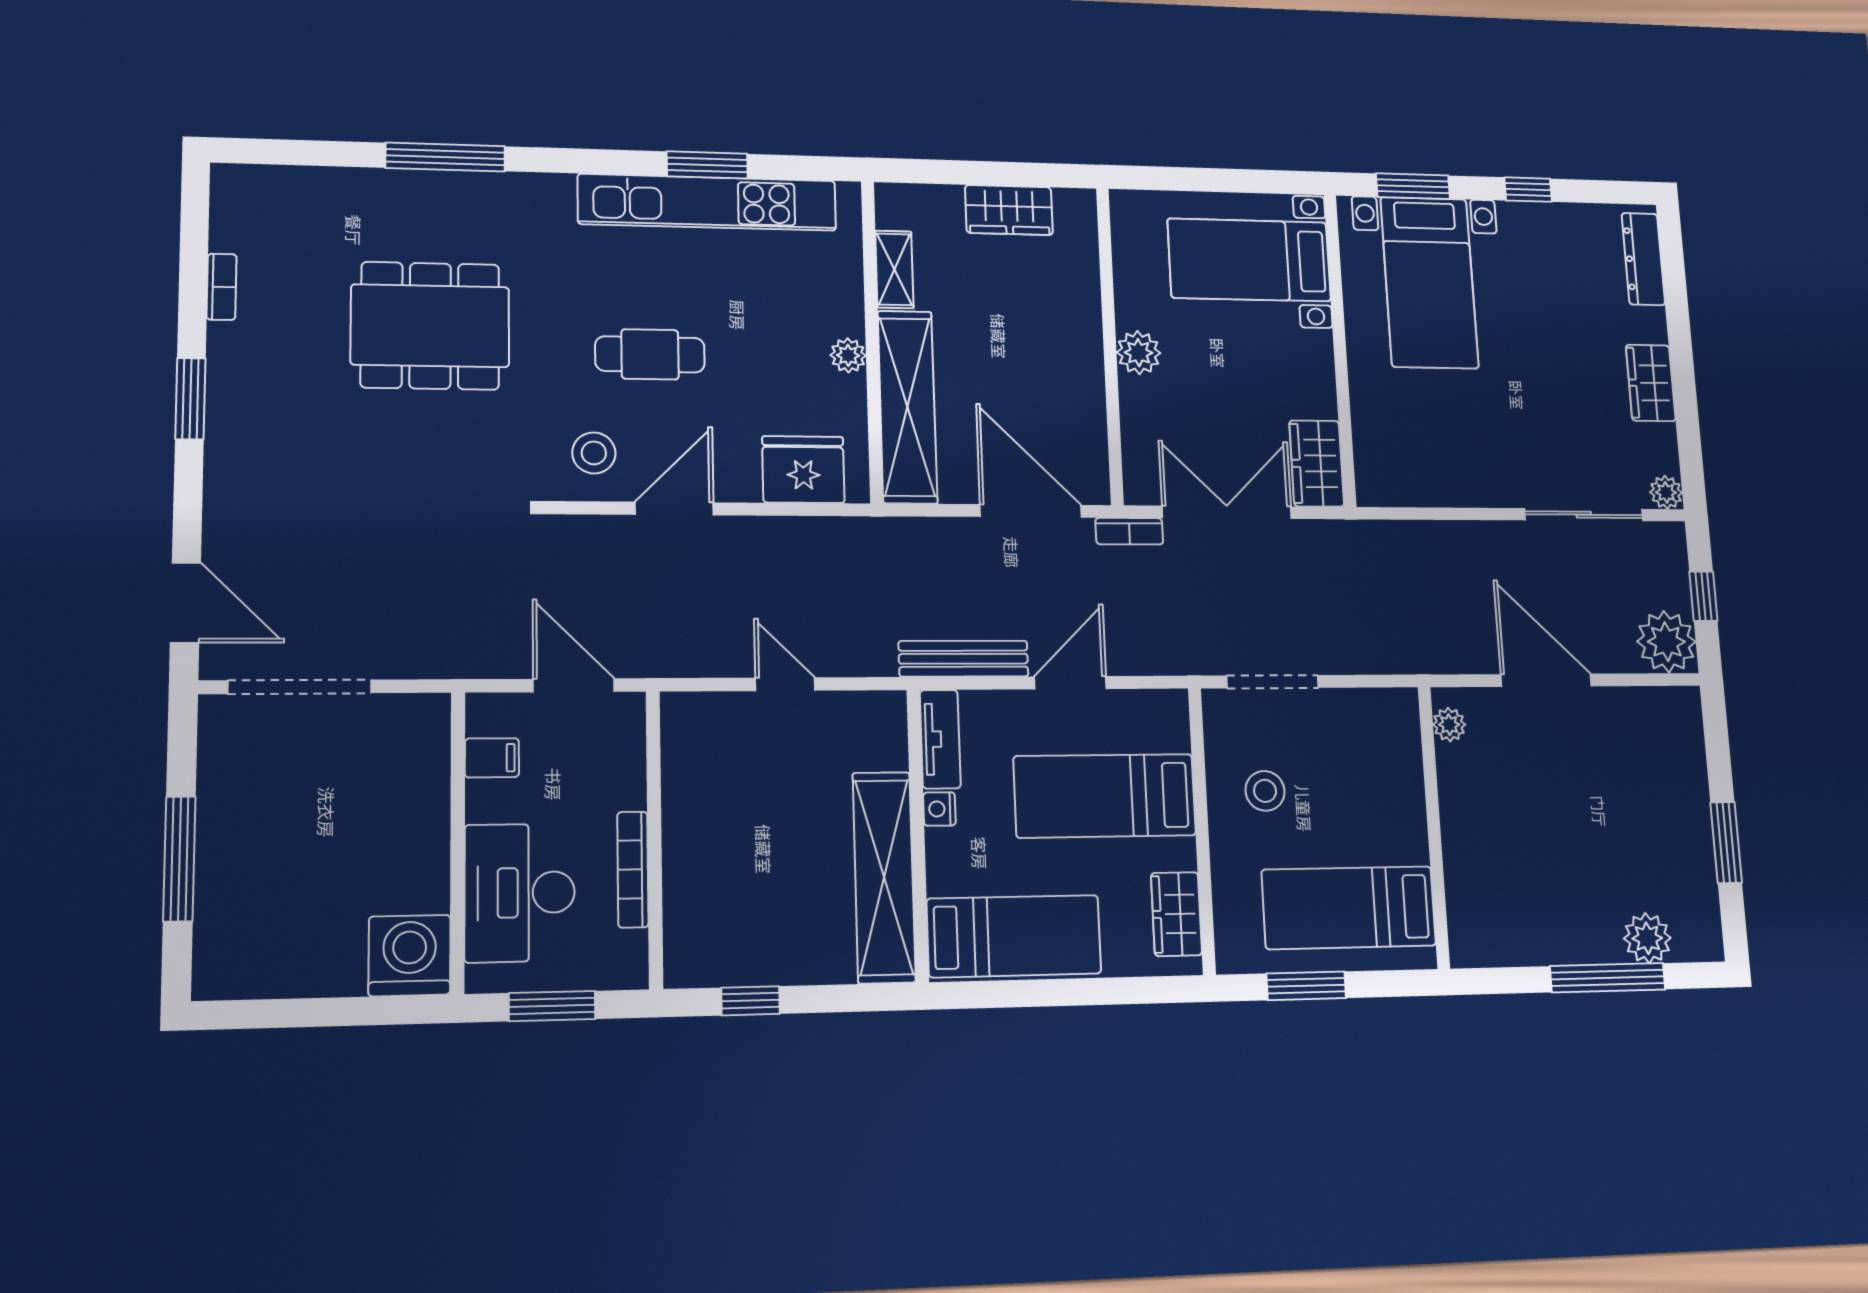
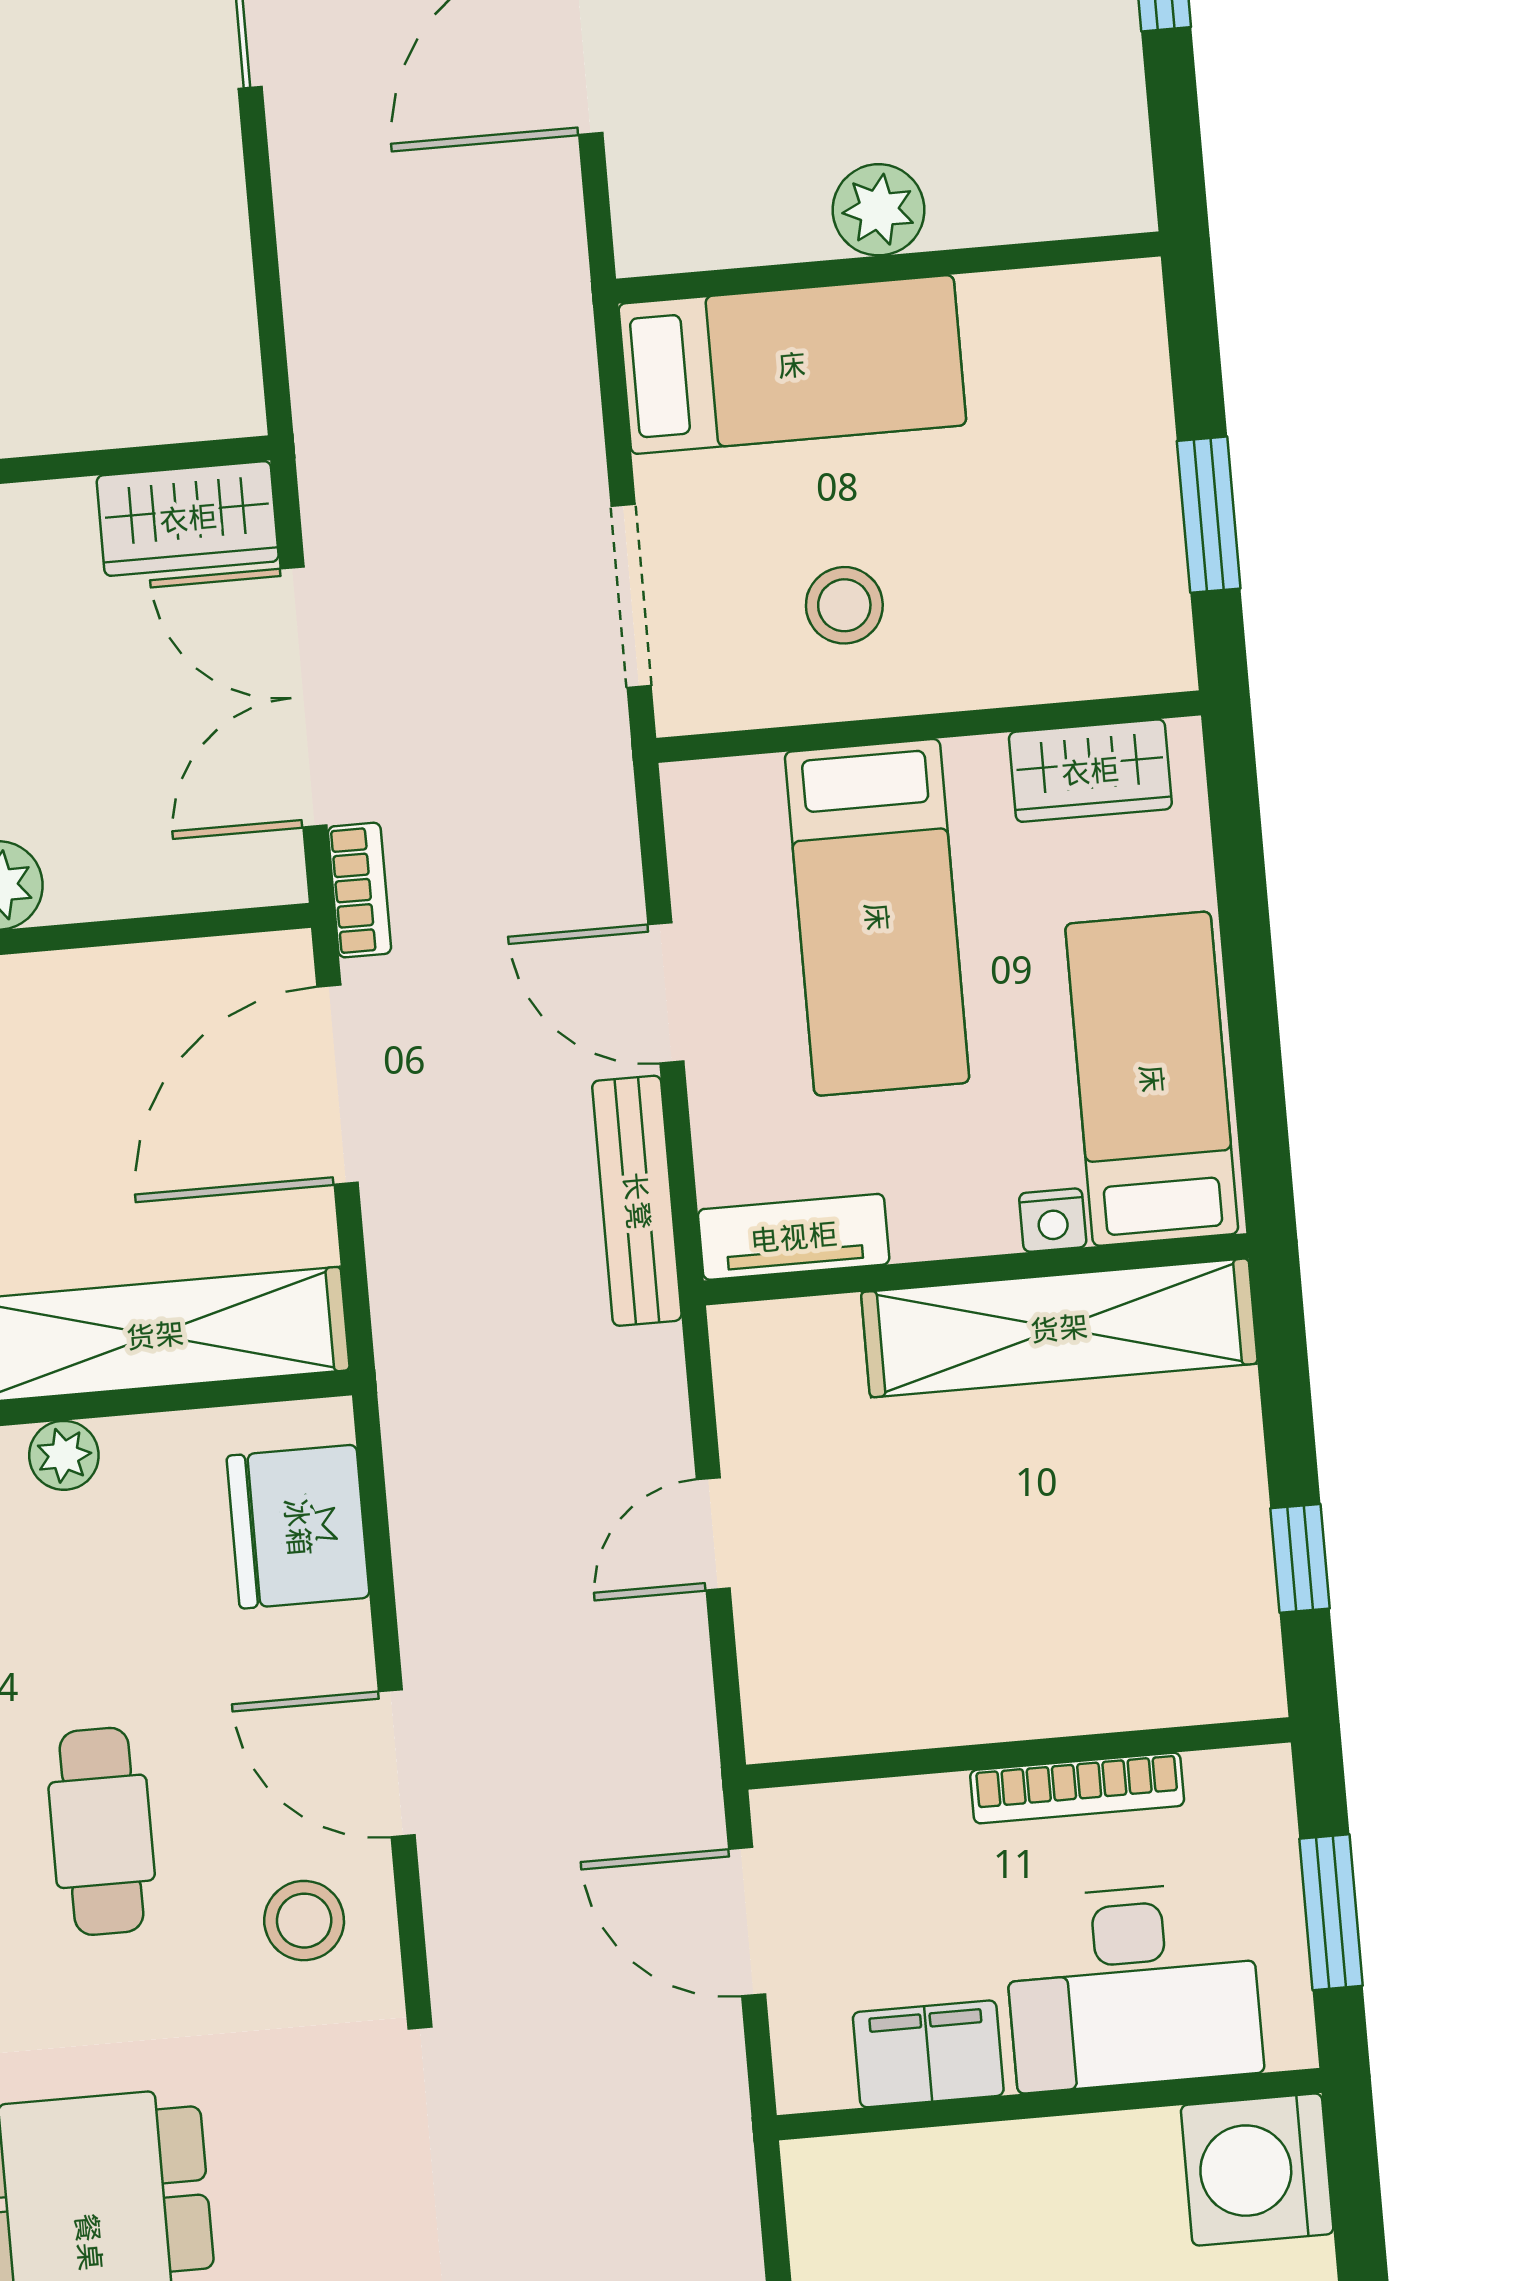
door: (574, 685) -> (747, 1922), hinge flipped
plant: (1449, 725) -> (879, 210), moved, width x1.38, depth x1.38
filing cabinet: (492, 758) -> (928, 2054), width x2.00
nightstand: (939, 809) -> (1053, 1220), moved
bed: (1349, 908) -> (792, 365), moved, turned -90

